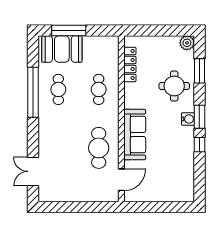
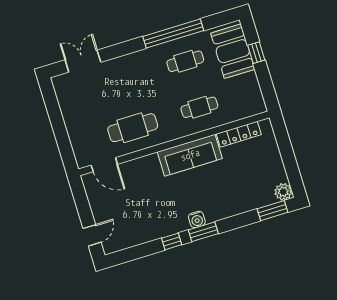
window: (69, 30) -> (256, 53), width x0.46
window: (199, 71) -> (272, 211), moved
round table: (174, 86) -> (230, 192), removed
sofa: (135, 135) -> (190, 155), moved
door: (175, 207) -> (92, 235), added

